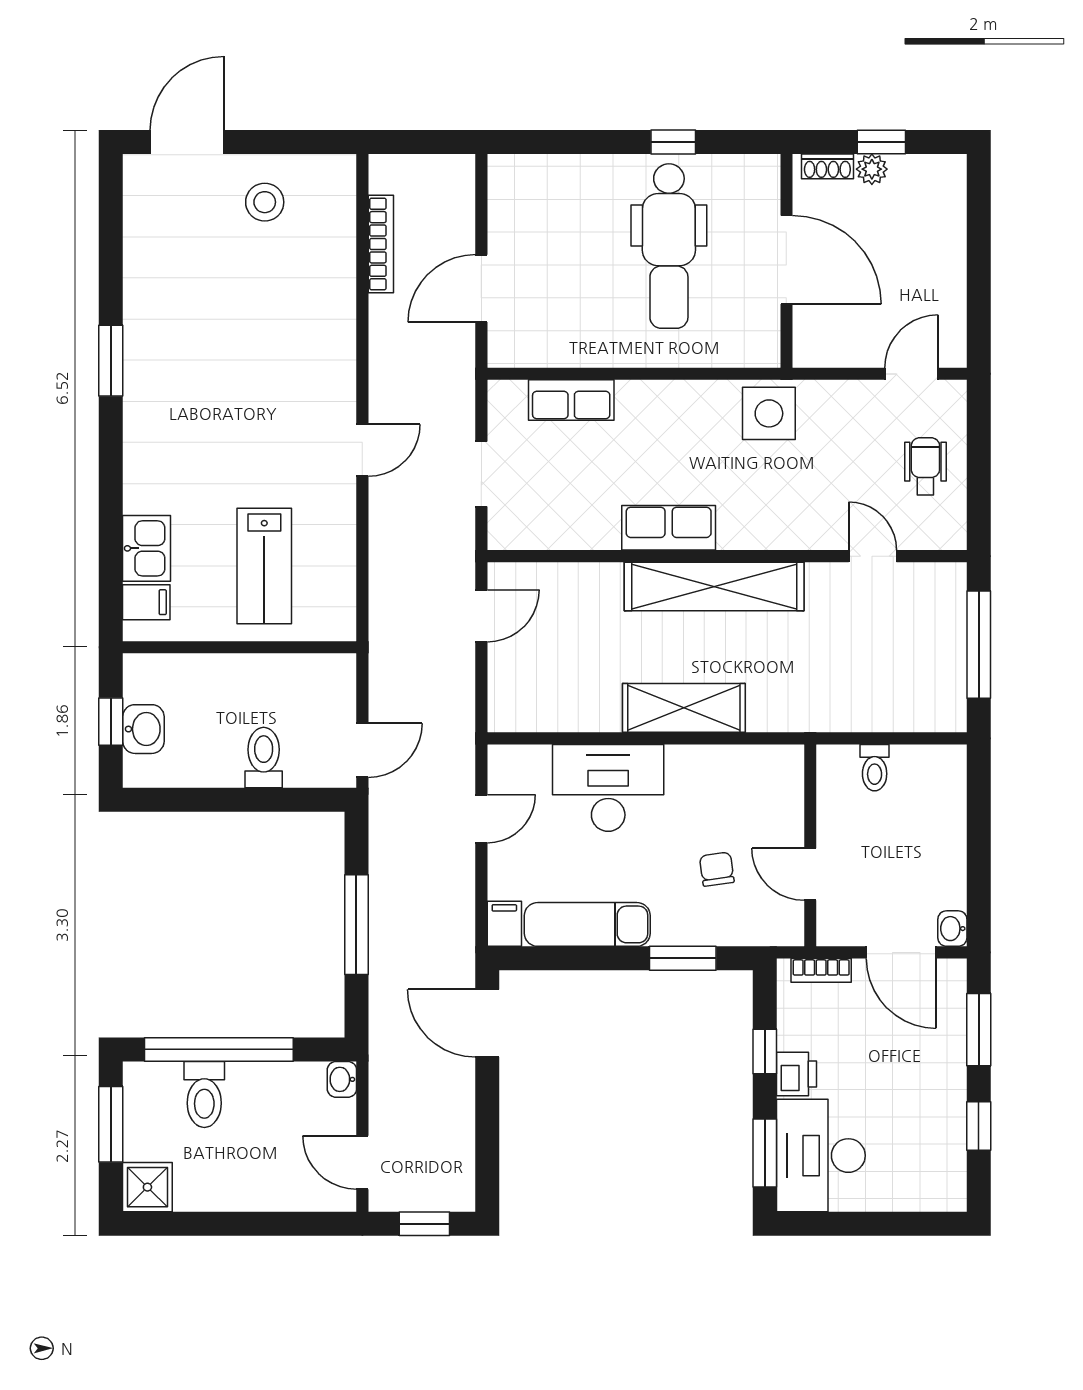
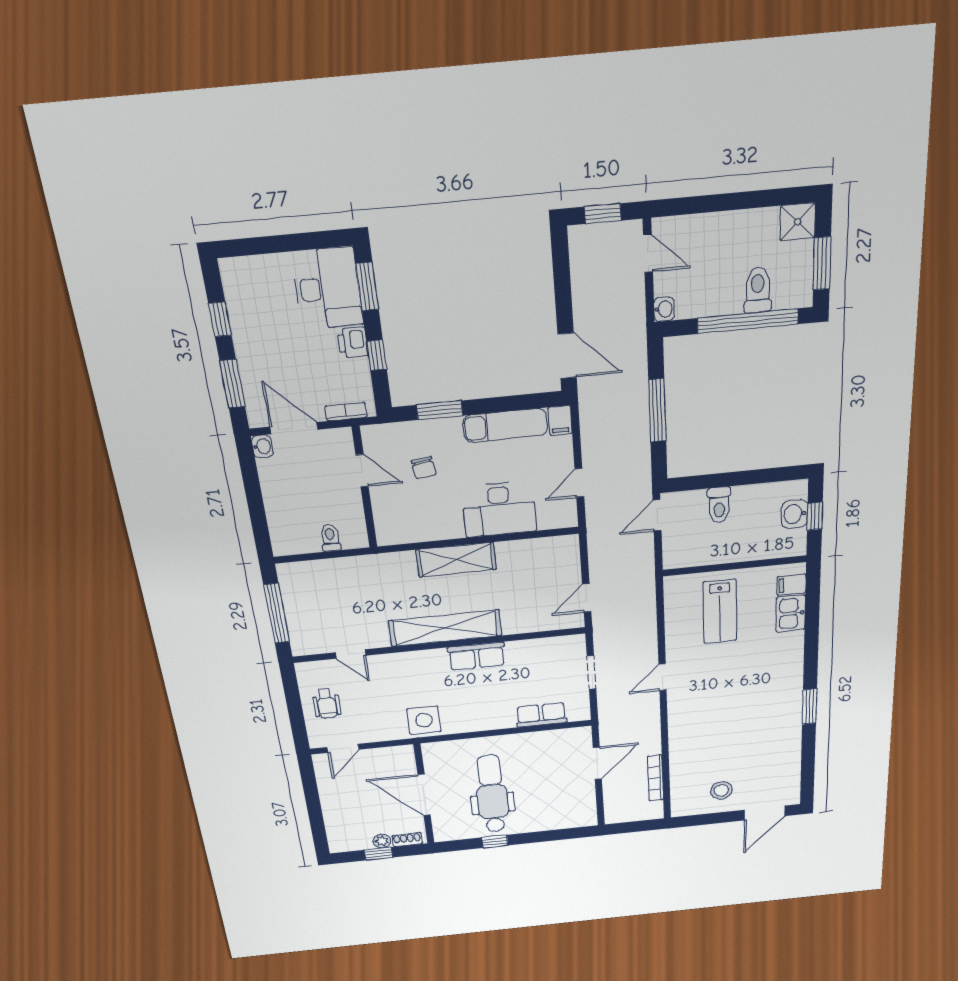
lab bench: (264, 566) -> (720, 611), turned 180

